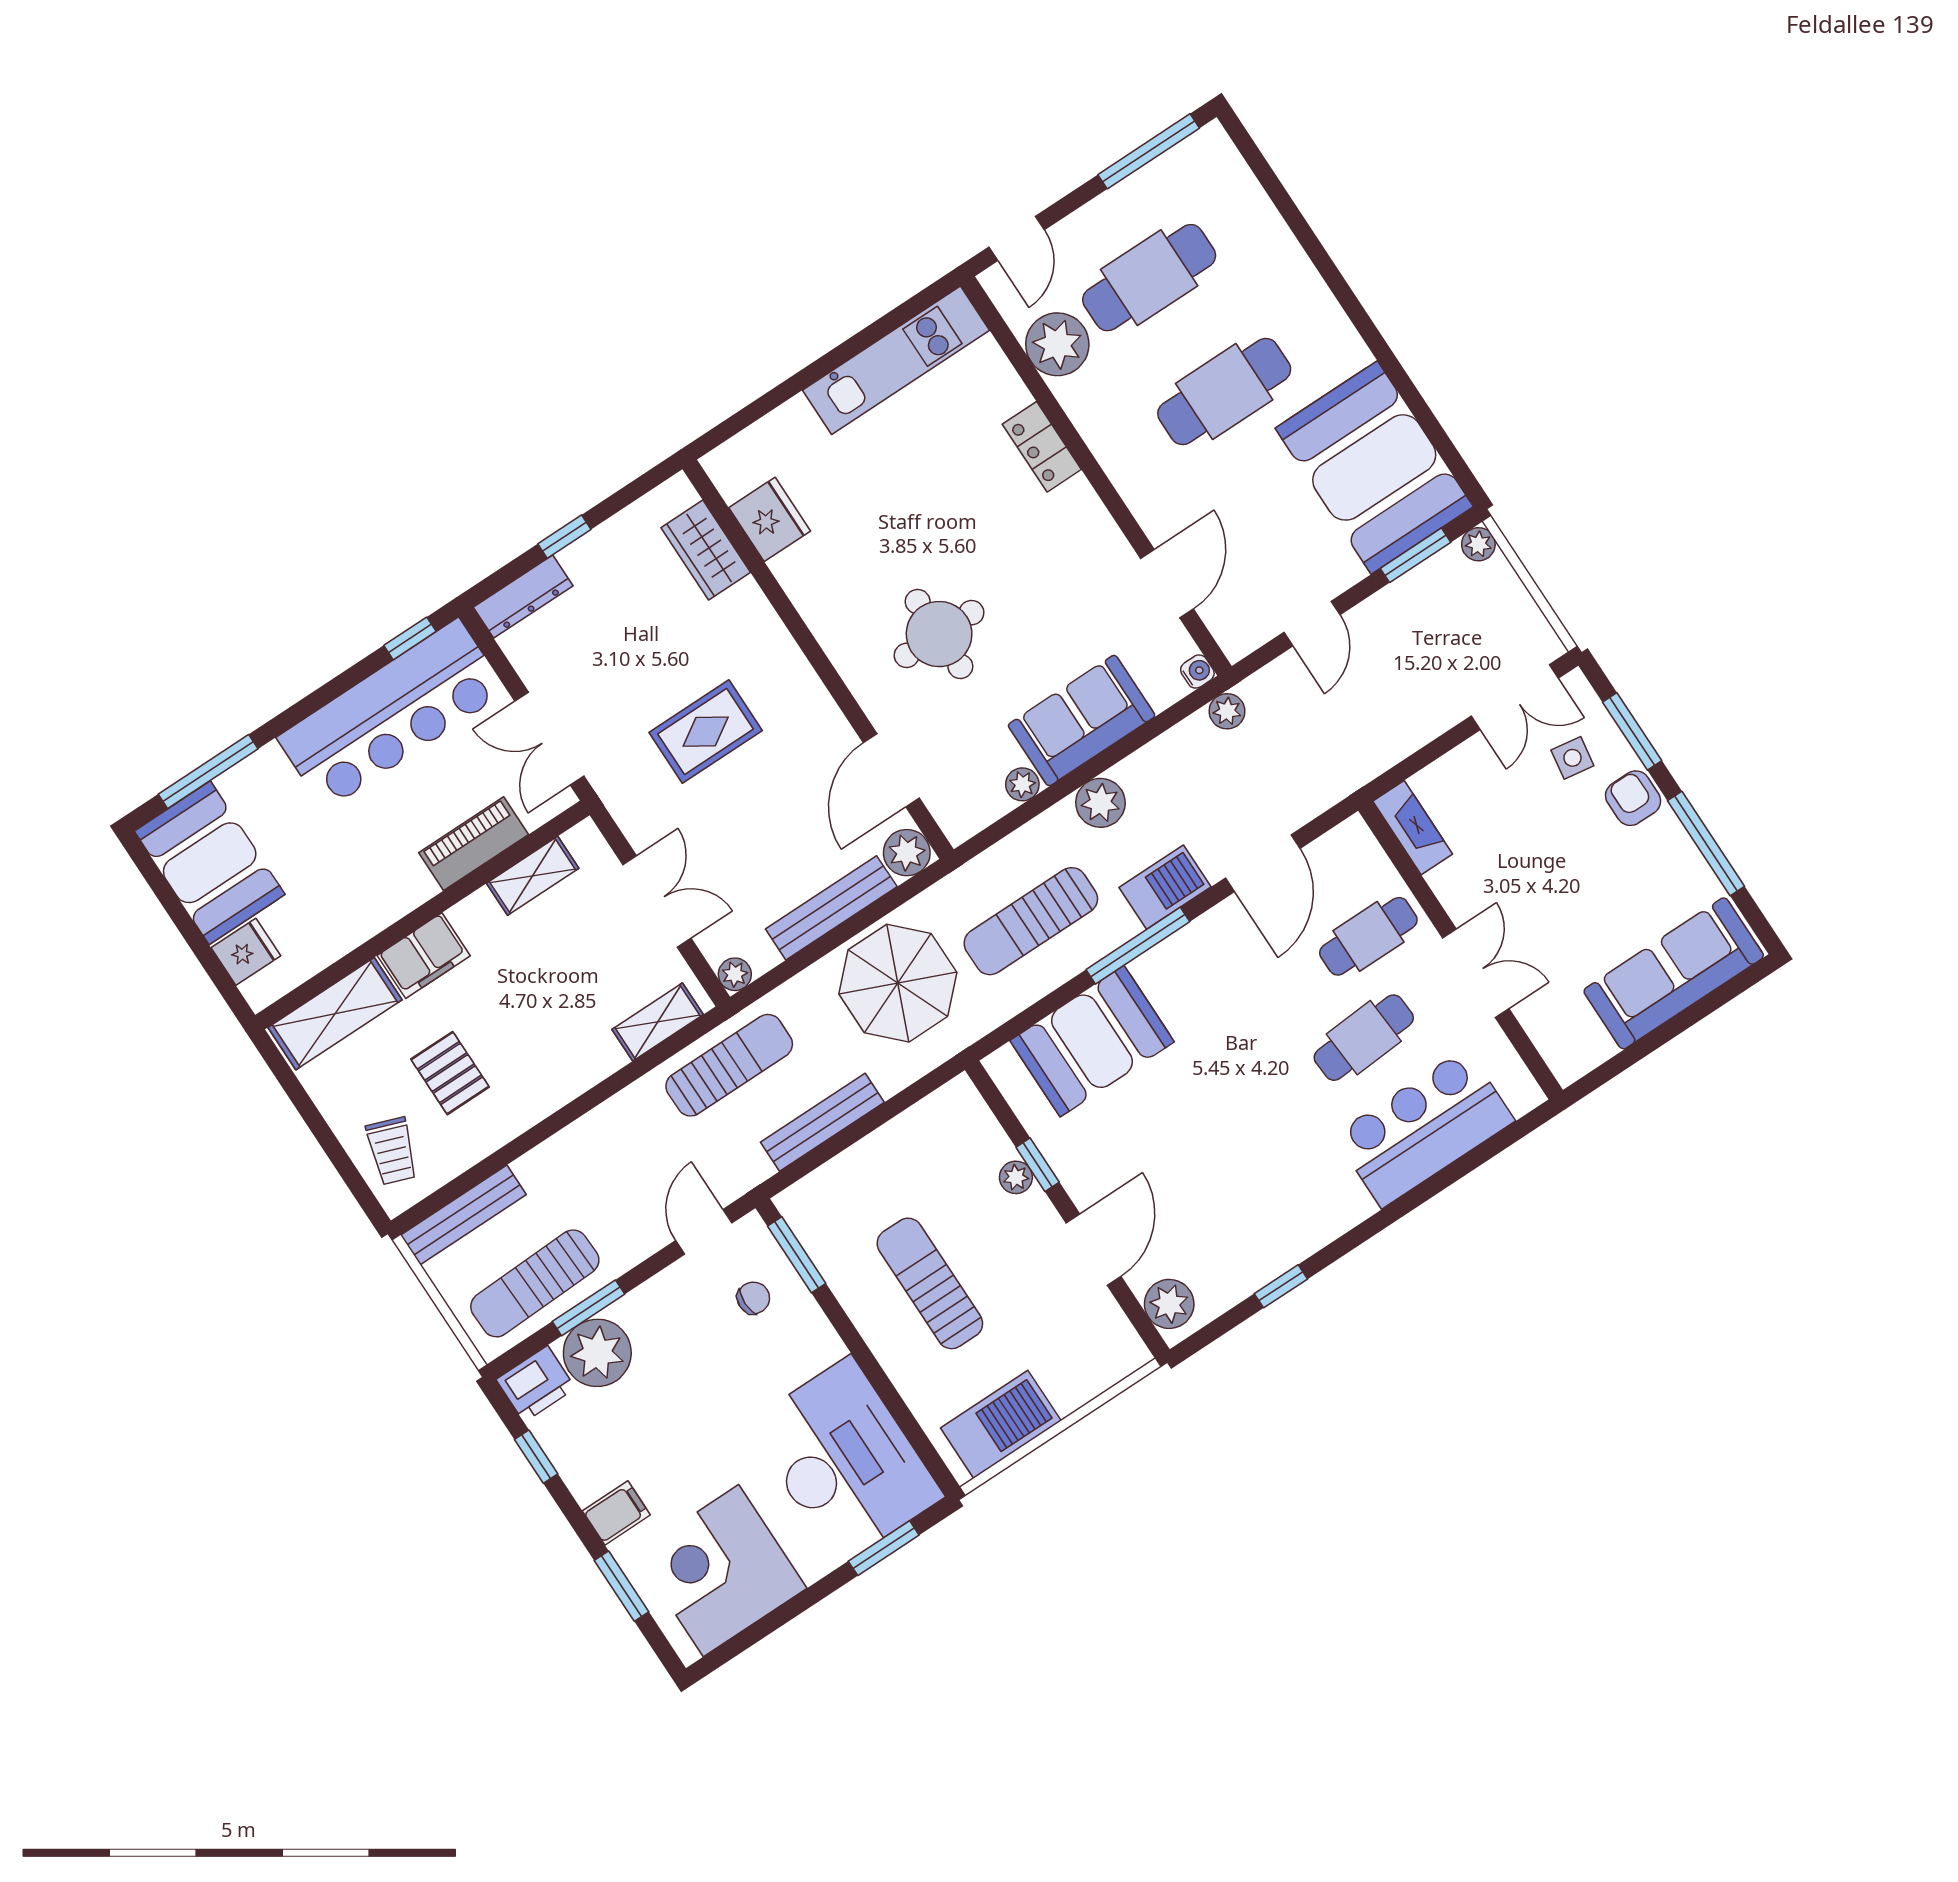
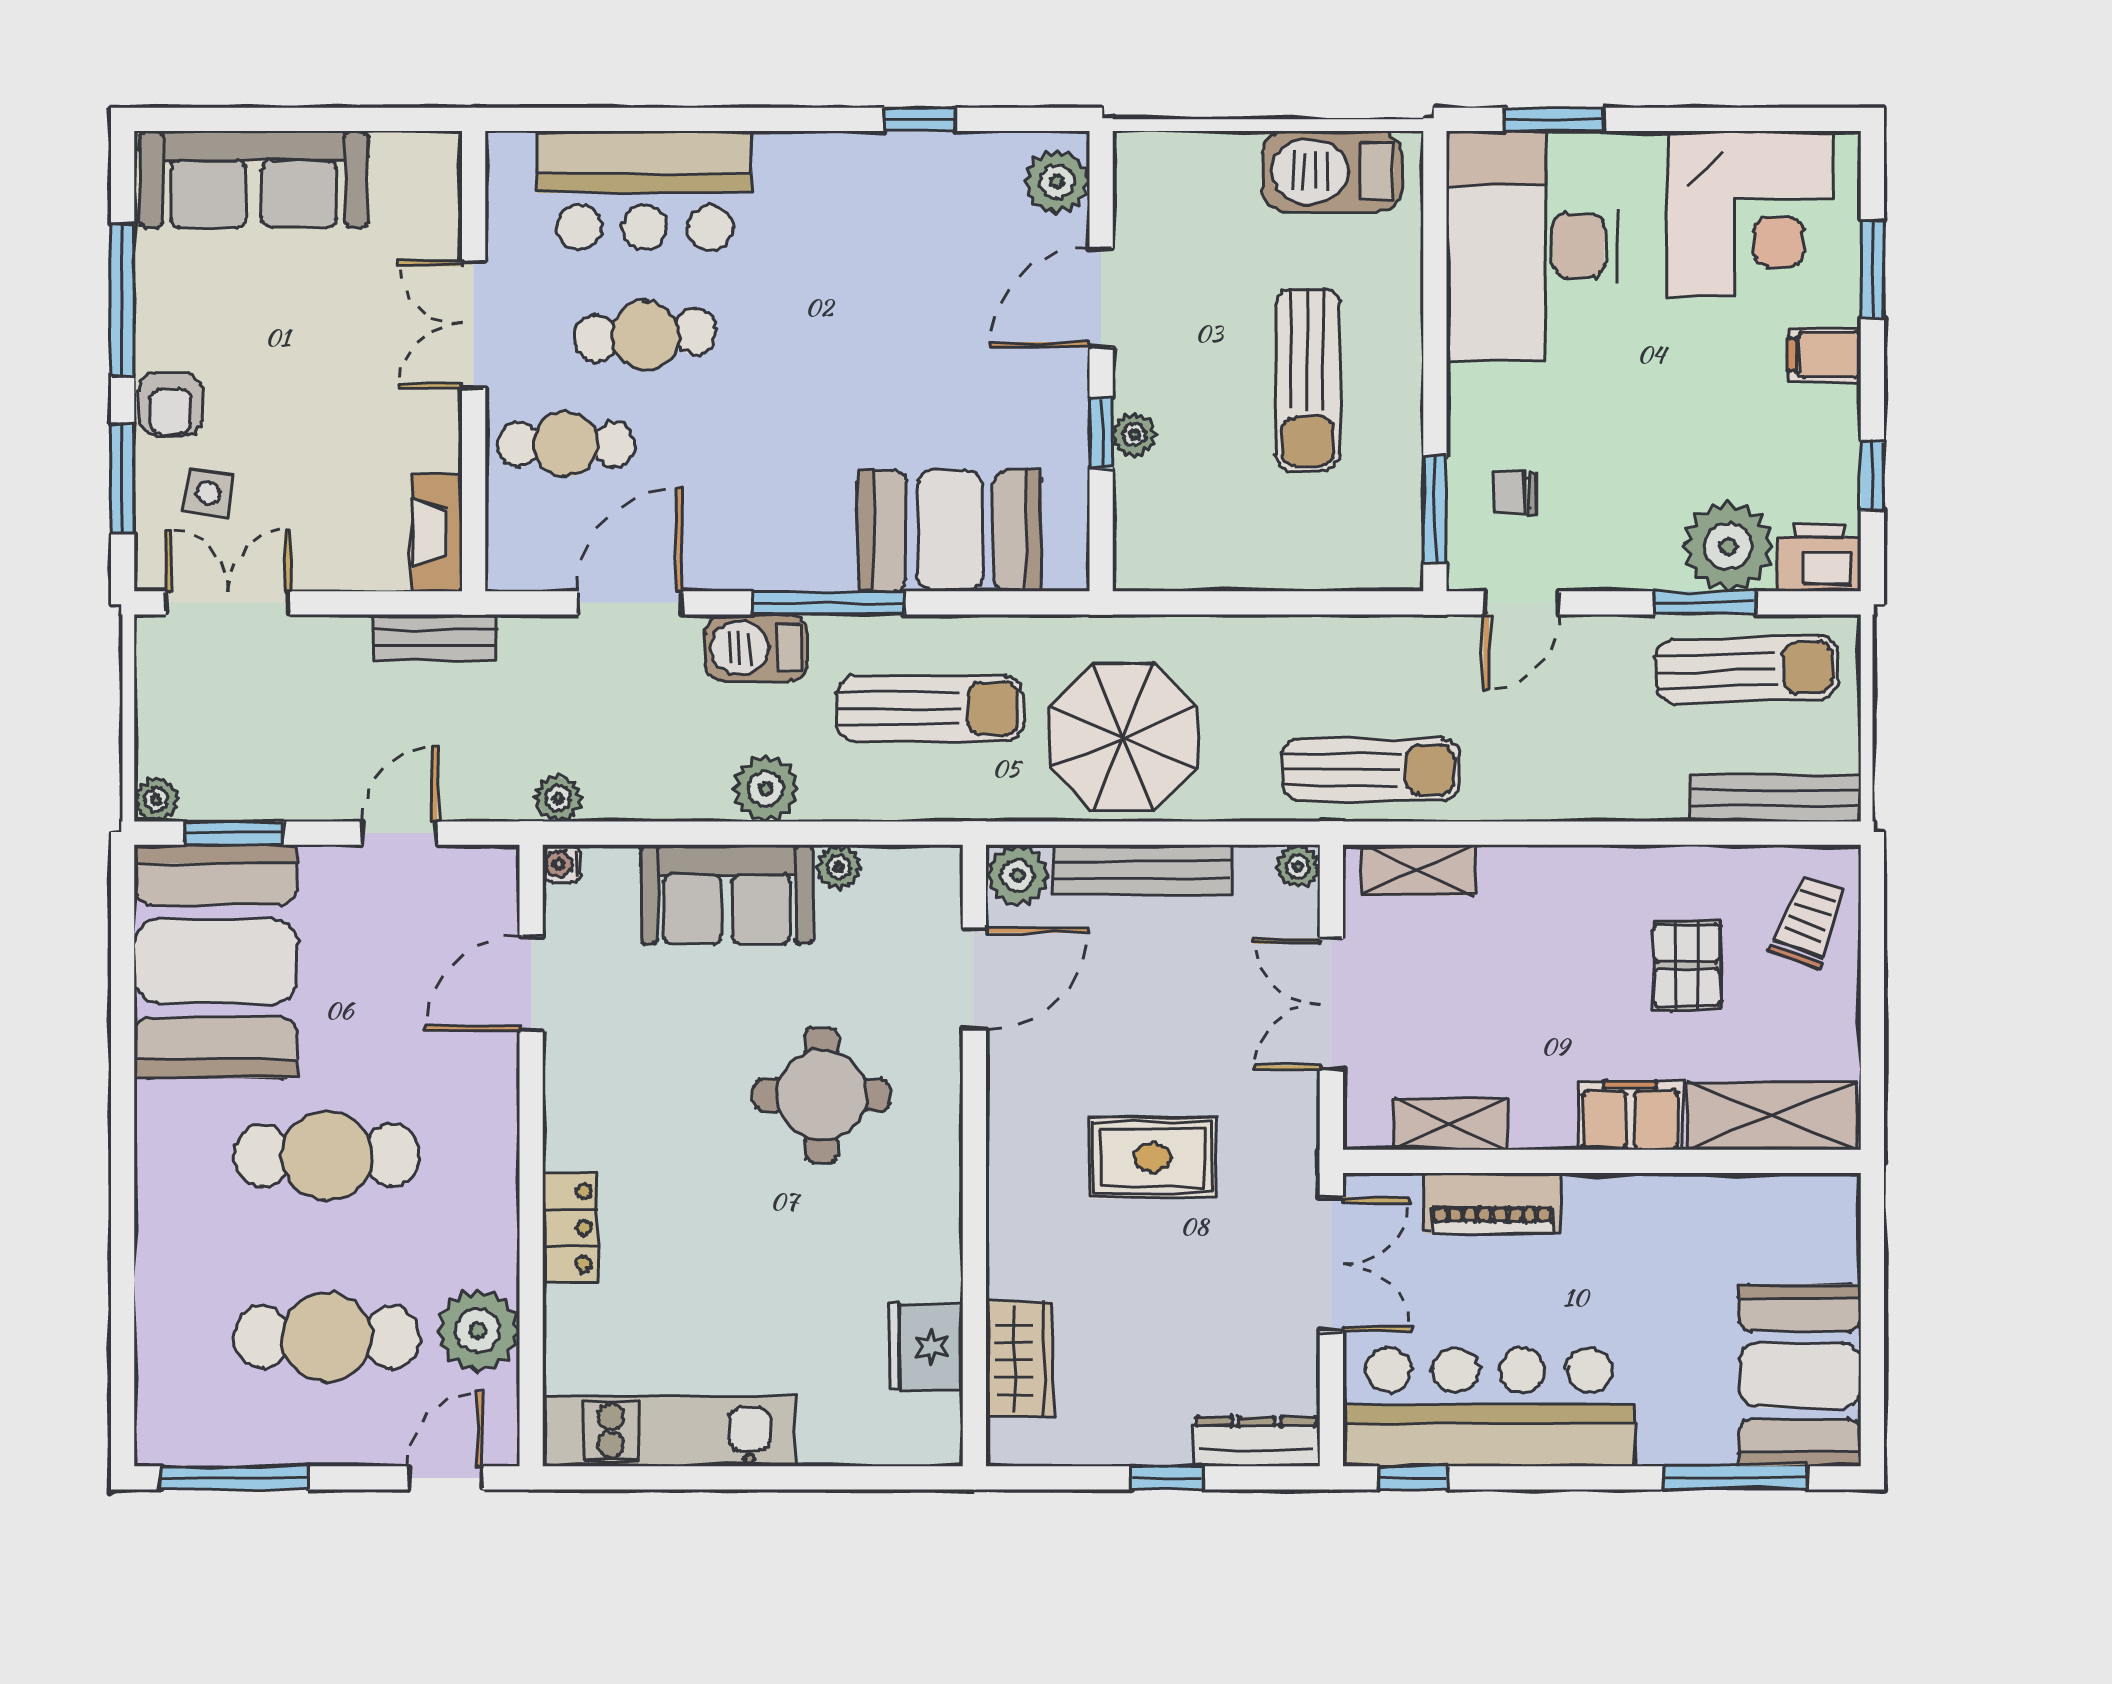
fridge: (246, 952) -> (1825, 1250), removed
sun lounger: (729, 1065) -> (1371, 770), turned 180
bench: (822, 1122) -> (435, 638), moved, width x0.73

